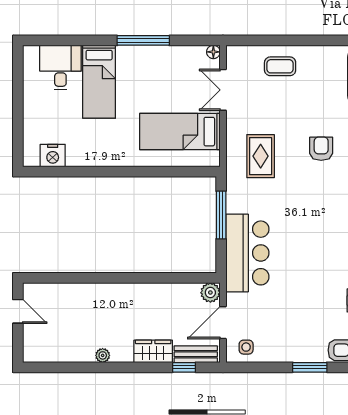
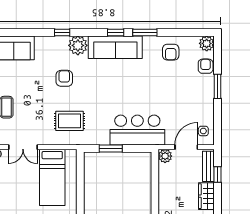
armchair: (321, 149) -> (64, 78), turned 90
window: (221, 215) -> (111, 149), width x0.69
door: (223, 323) -> (186, 147), swing flipped

